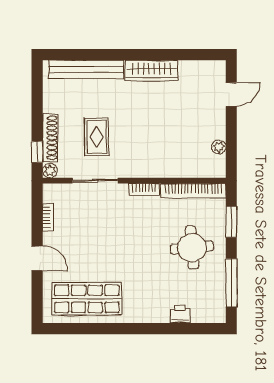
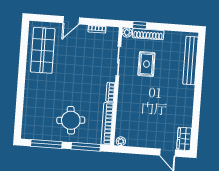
wardrobe: (152, 70) -> (184, 139), moved, width x0.67
rug: (97, 137) -> (146, 64), turned 90
plant: (219, 147) -> (121, 141), moved
window: (231, 222) -> (86, 147), width x1.44
printer: (180, 314) -> (29, 109), removed

